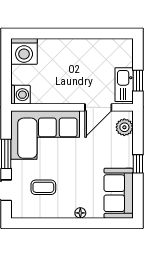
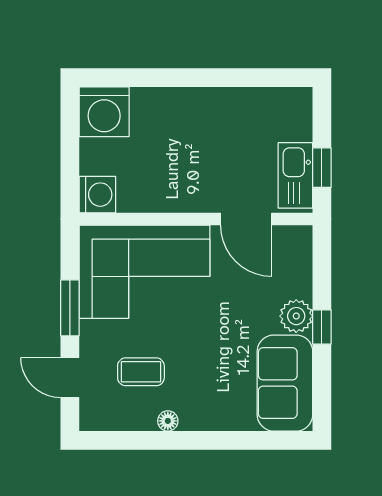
door: (98, 107) -> (246, 219), hinge flipped
plant: (124, 127) -> (296, 316), moved
floor lamp: (80, 213) -> (168, 421), moved

